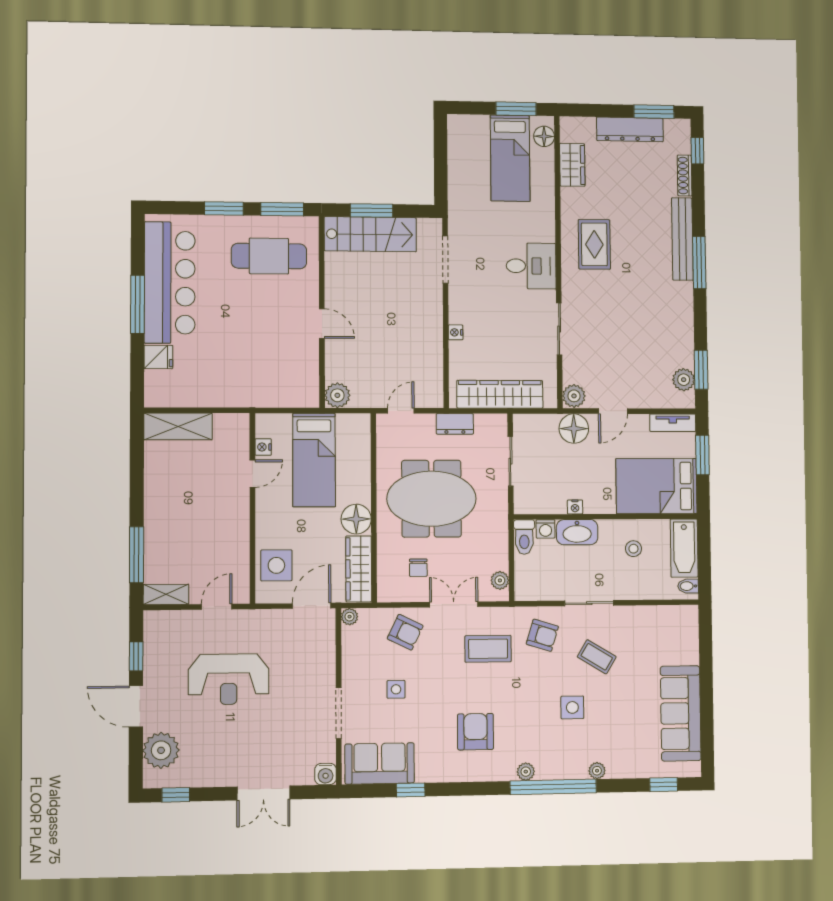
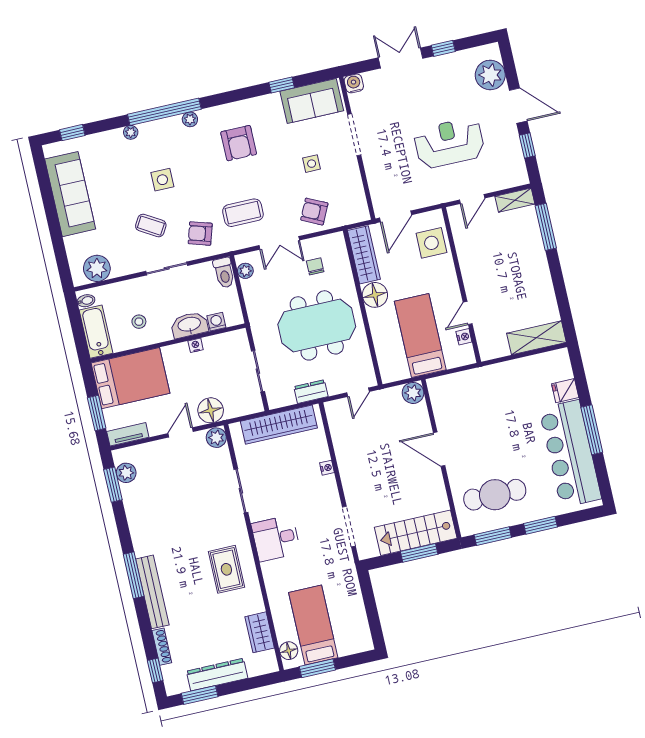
door: (322, 323) -> (439, 449), width x1.38
toilet: (524, 537) -> (224, 273), moved, turned 180
plant: (350, 617) -> (97, 268), moved, width x1.88, depth x1.88
window: (176, 795) -> (443, 48), moved

